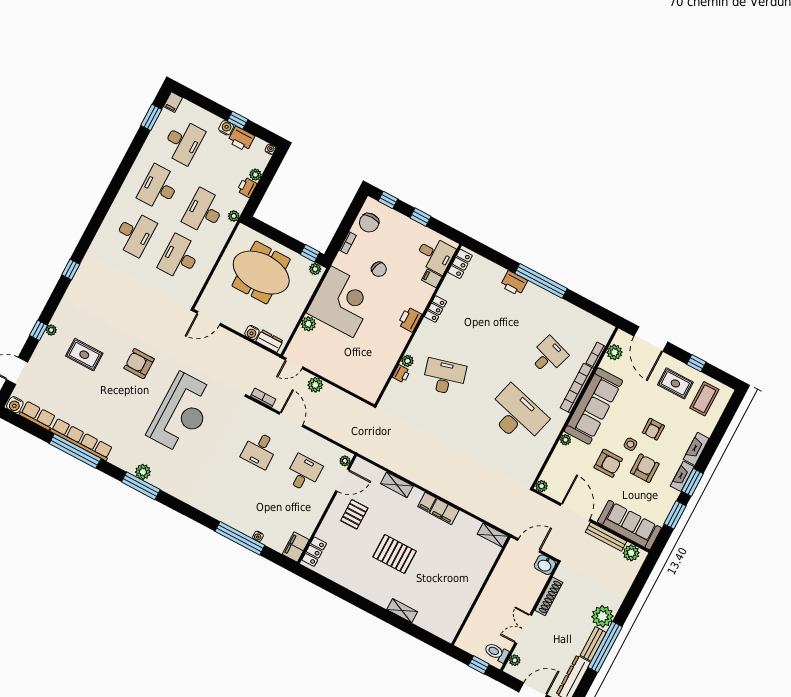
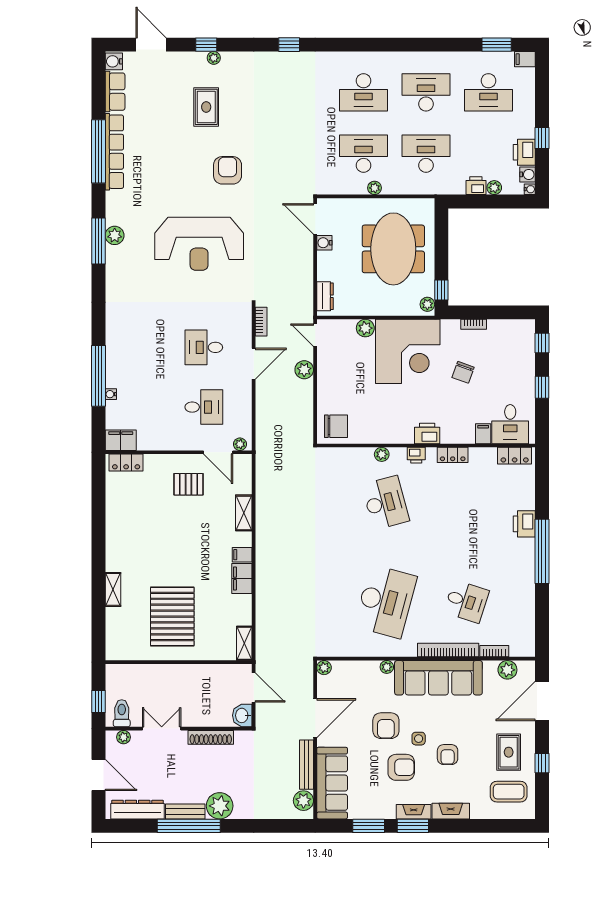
water cooler: (226, 128) -> (528, 174), moved
plant: (234, 216) -> (375, 188), moved
chair: (369, 223) -> (336, 426), moved, turned 180
water cooler: (252, 332) -> (324, 243), moved
printer: (401, 374) -> (416, 455), moved
armchair: (653, 429) -> (448, 755), turned -90
pallet: (395, 554) -> (172, 617), moved, width x1.37, depth x1.41

